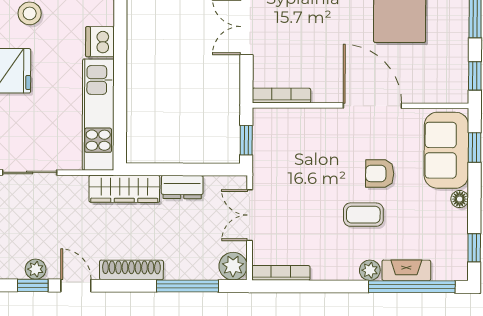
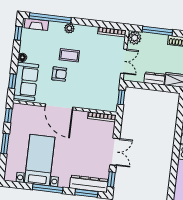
fireplace: (406, 270) -> (36, 24), moved

